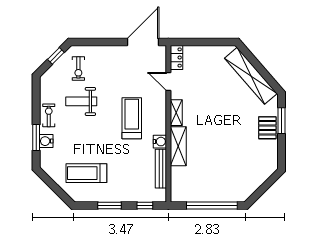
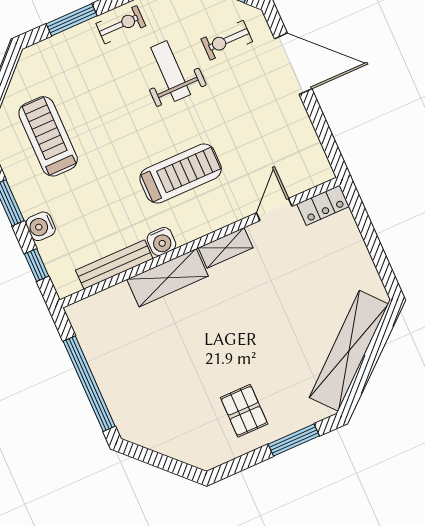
door: (143, 42) -> (293, 64), moved
pallet: (267, 128) -> (244, 411), moved, turned 90
water cooler: (46, 141) -> (41, 226), moved, turned -90

